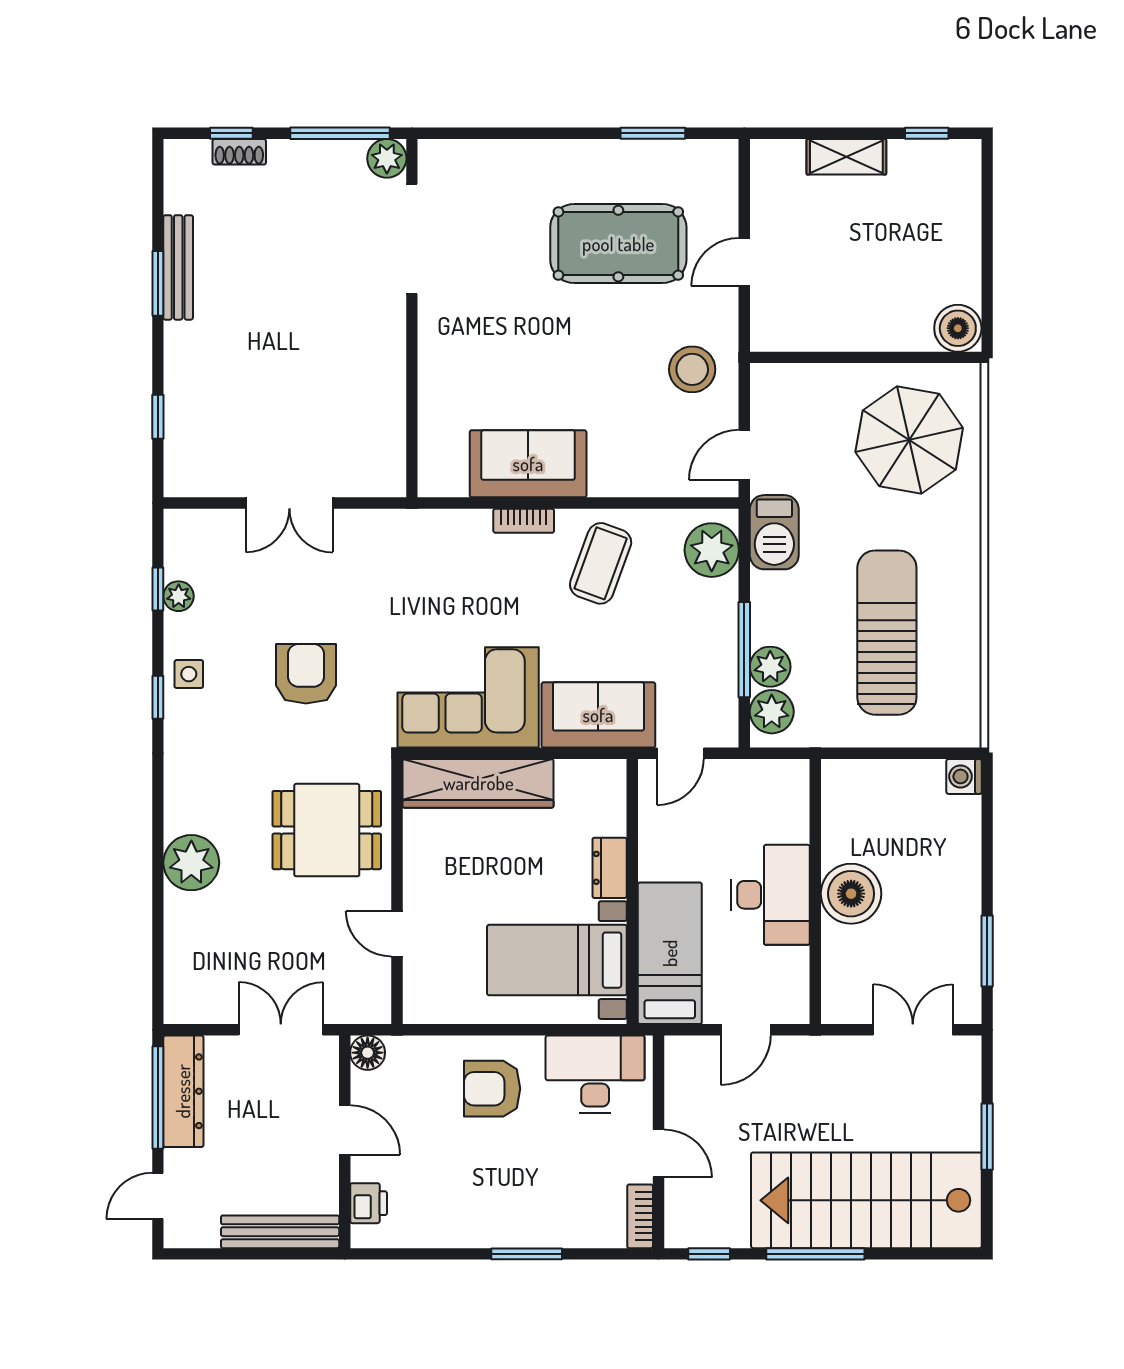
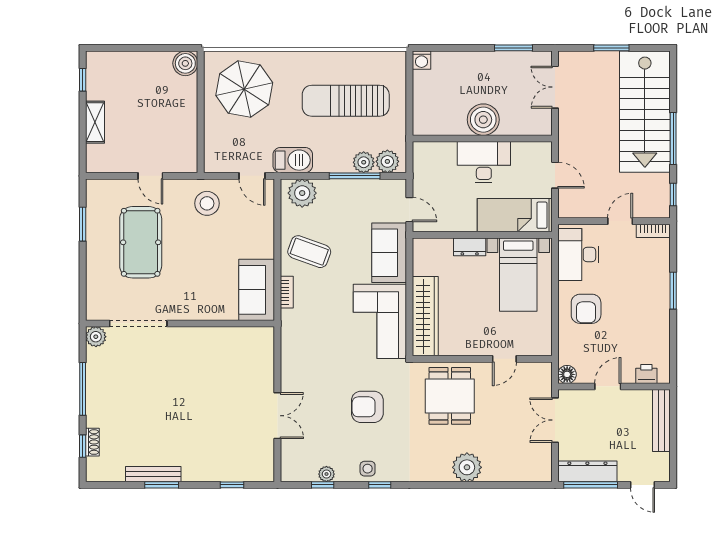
plant: (387, 158) -> (96, 337), moved
doorway: (412, 239) -> (138, 323), moved
wall: (412, 318) -> (180, 323), moved

